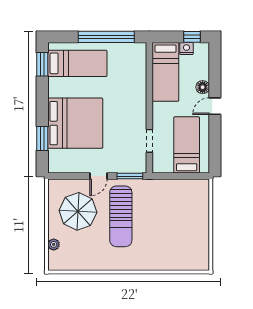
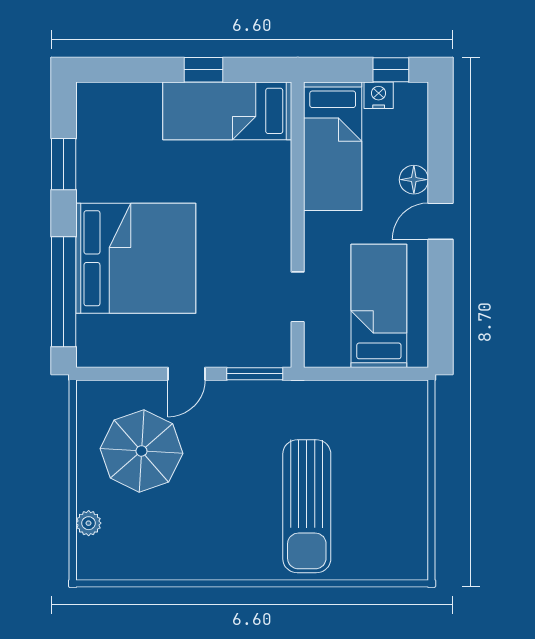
window: (106, 37) -> (204, 70), width x0.32
bed: (77, 63) -> (227, 111), moved, turned 180
window: (42, 64) -> (64, 164), moved
window: (42, 138) -> (64, 292), width x2.11
sun lounger: (121, 216) -> (307, 506), moved

